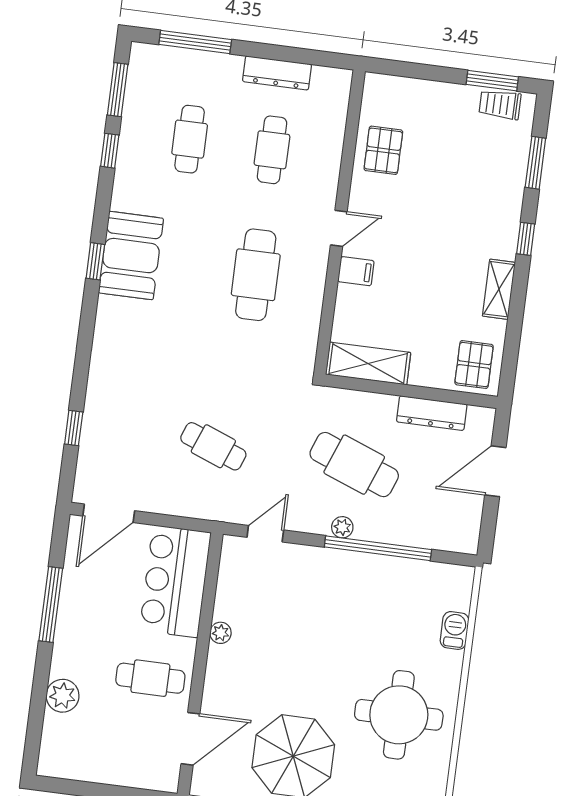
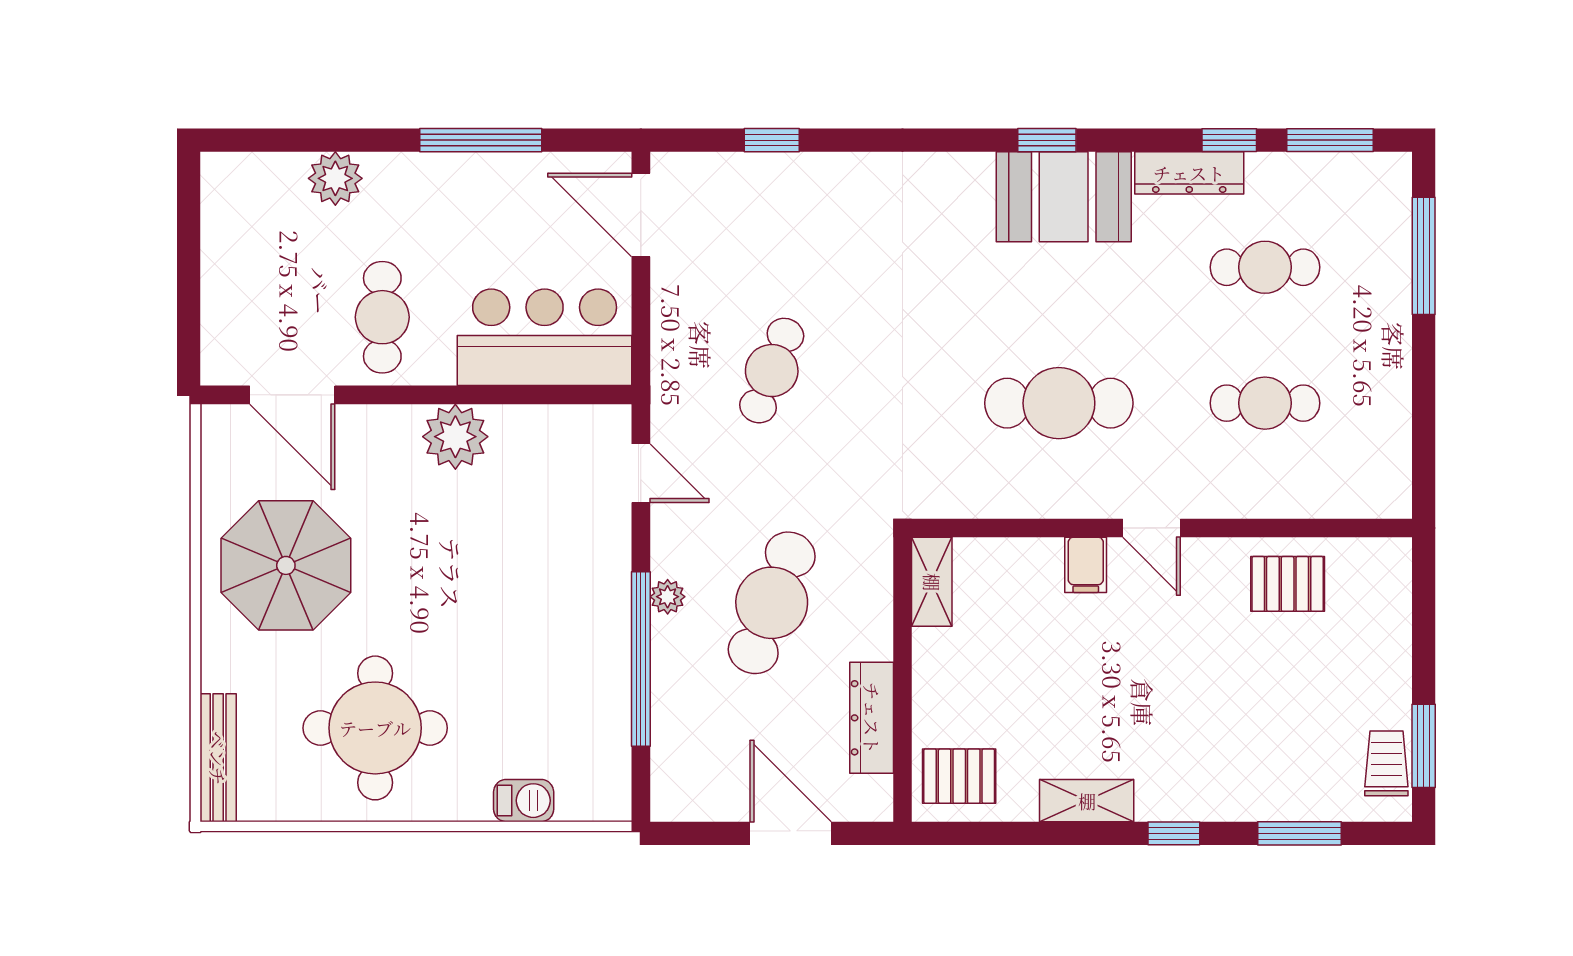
dresser: (277, 73) -> (1189, 173), moved, turned -90
shelving: (368, 364) -> (932, 582), width x0.67, depth x0.75
plant: (221, 633) -> (455, 437), width x1.88, depth x1.88

